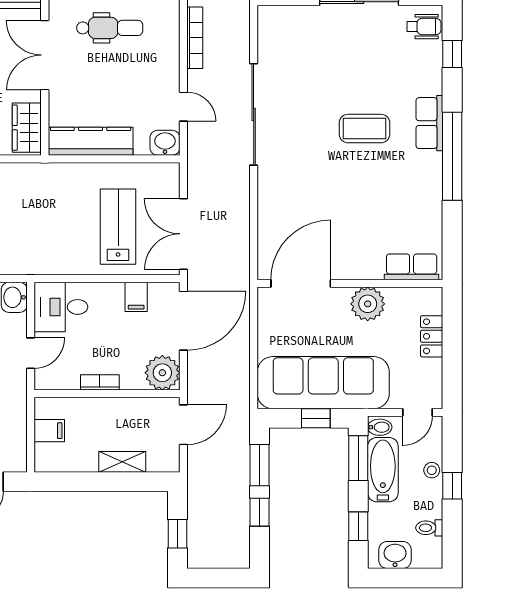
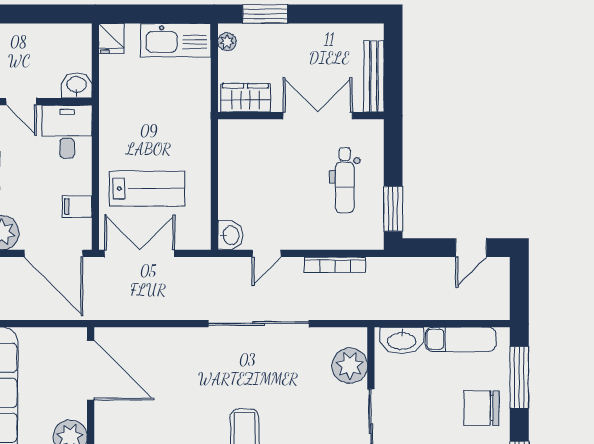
plant: (296, 23) -> (350, 366), added
kitchen counter: (91, 141) -> (232, 161), removed

